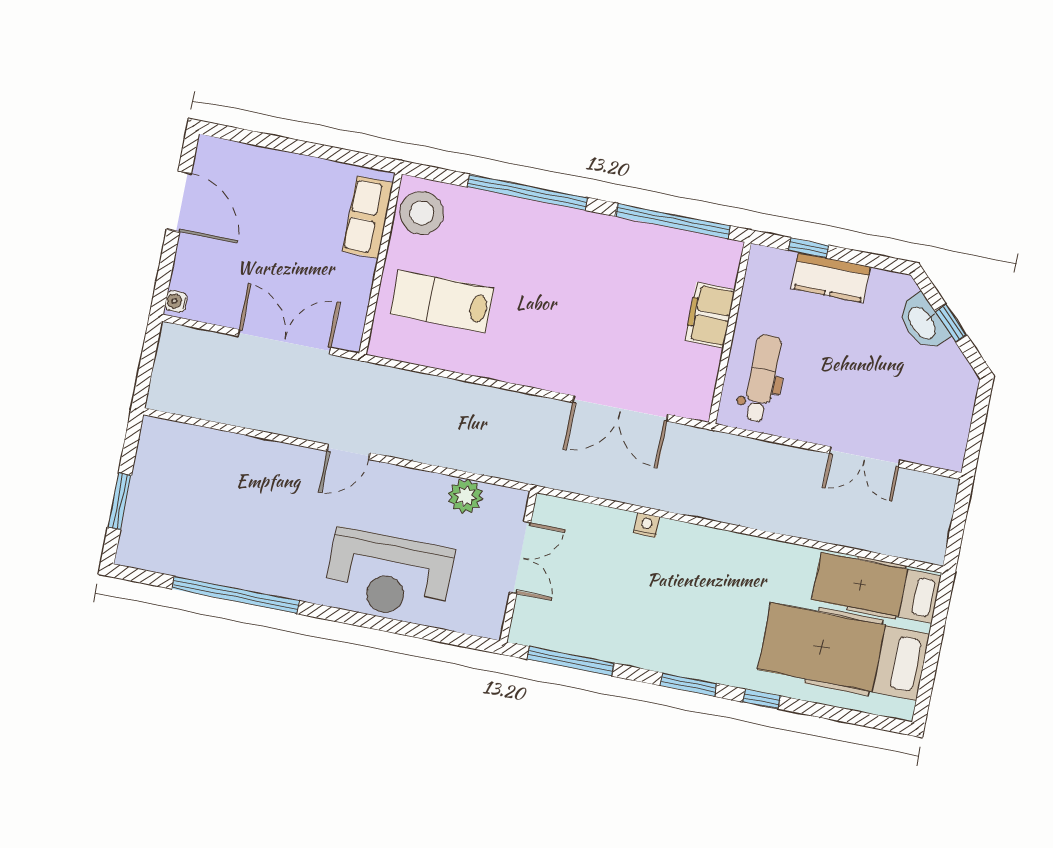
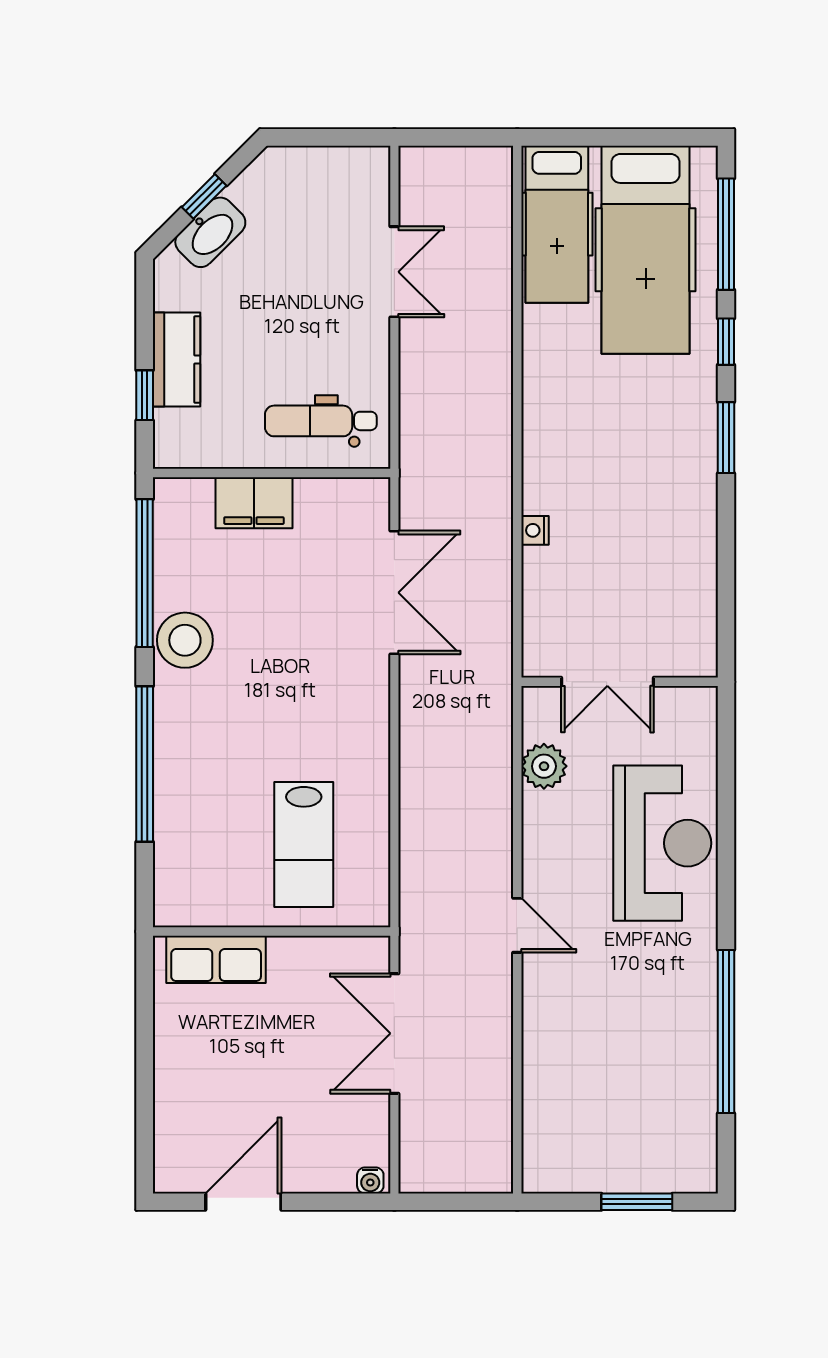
stool: (422, 213) -> (185, 640), moved
double door: (520, 557) -> (607, 682), swing flipped
window: (571, 661) -> (726, 234), moved

